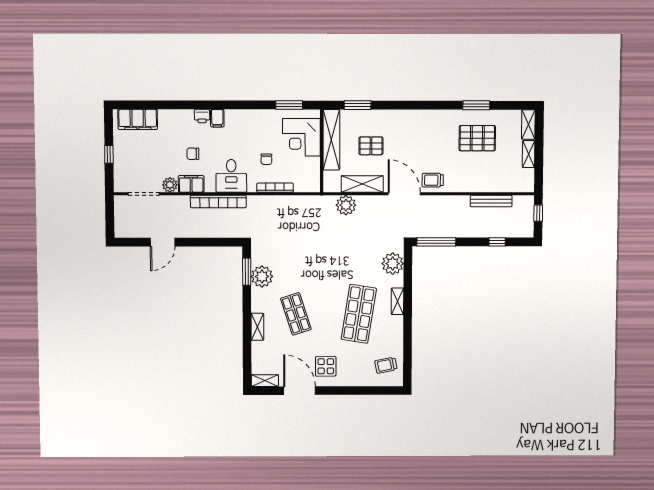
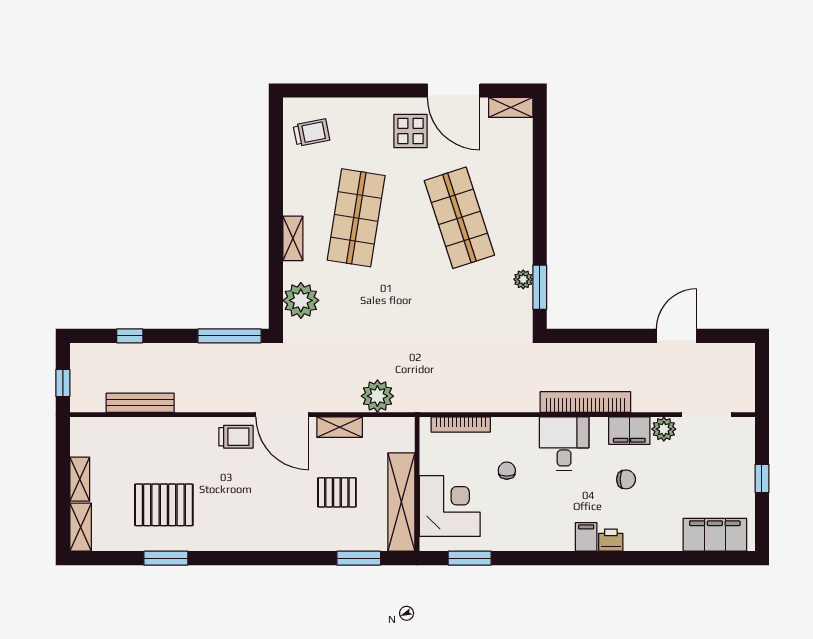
shelving: (362, 184) -> (340, 427), width x0.67, depth x0.75
bookcase: (275, 188) -> (461, 424), moved
plant: (262, 276) -> (523, 279), width x0.53, depth x0.53
shop shelf: (296, 314) -> (459, 218), width x1.43, depth x1.36
shelving: (257, 327) -> (523, 197), removed

